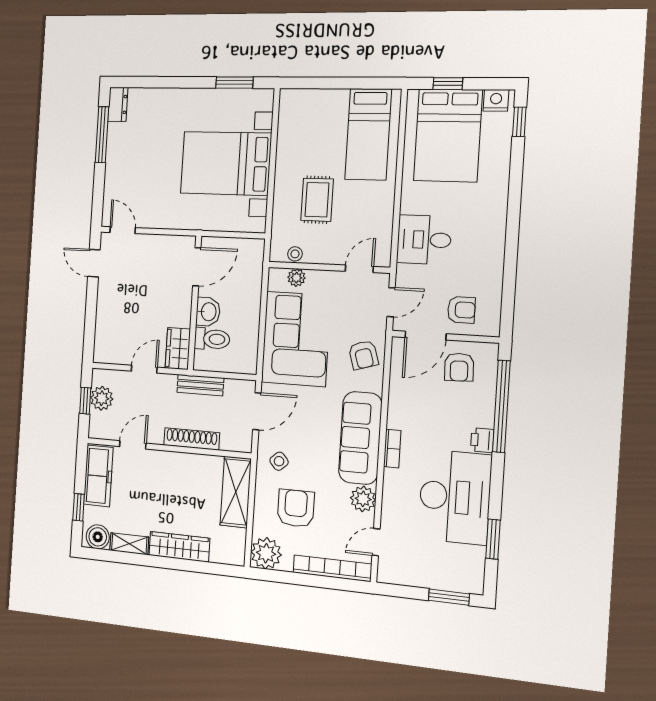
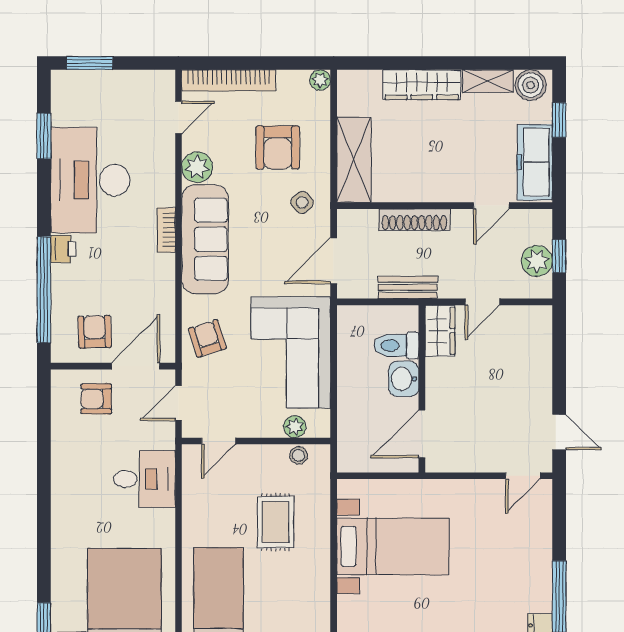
bed with nightstands: (226, 163) -> (393, 546), width x0.73
door: (123, 230) -> (523, 476), hinge flipped
plant: (266, 553) -> (320, 80), width x0.53, depth x0.53

